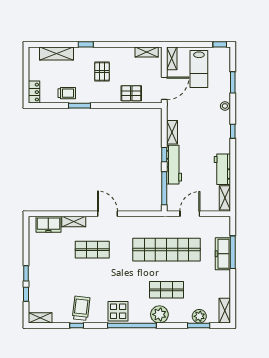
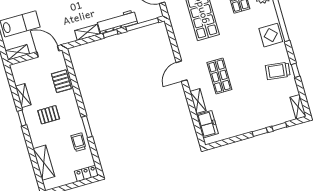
window: (86, 44) -> (22, 118), moved
shelving: (147, 52) -> (23, 96), moved

